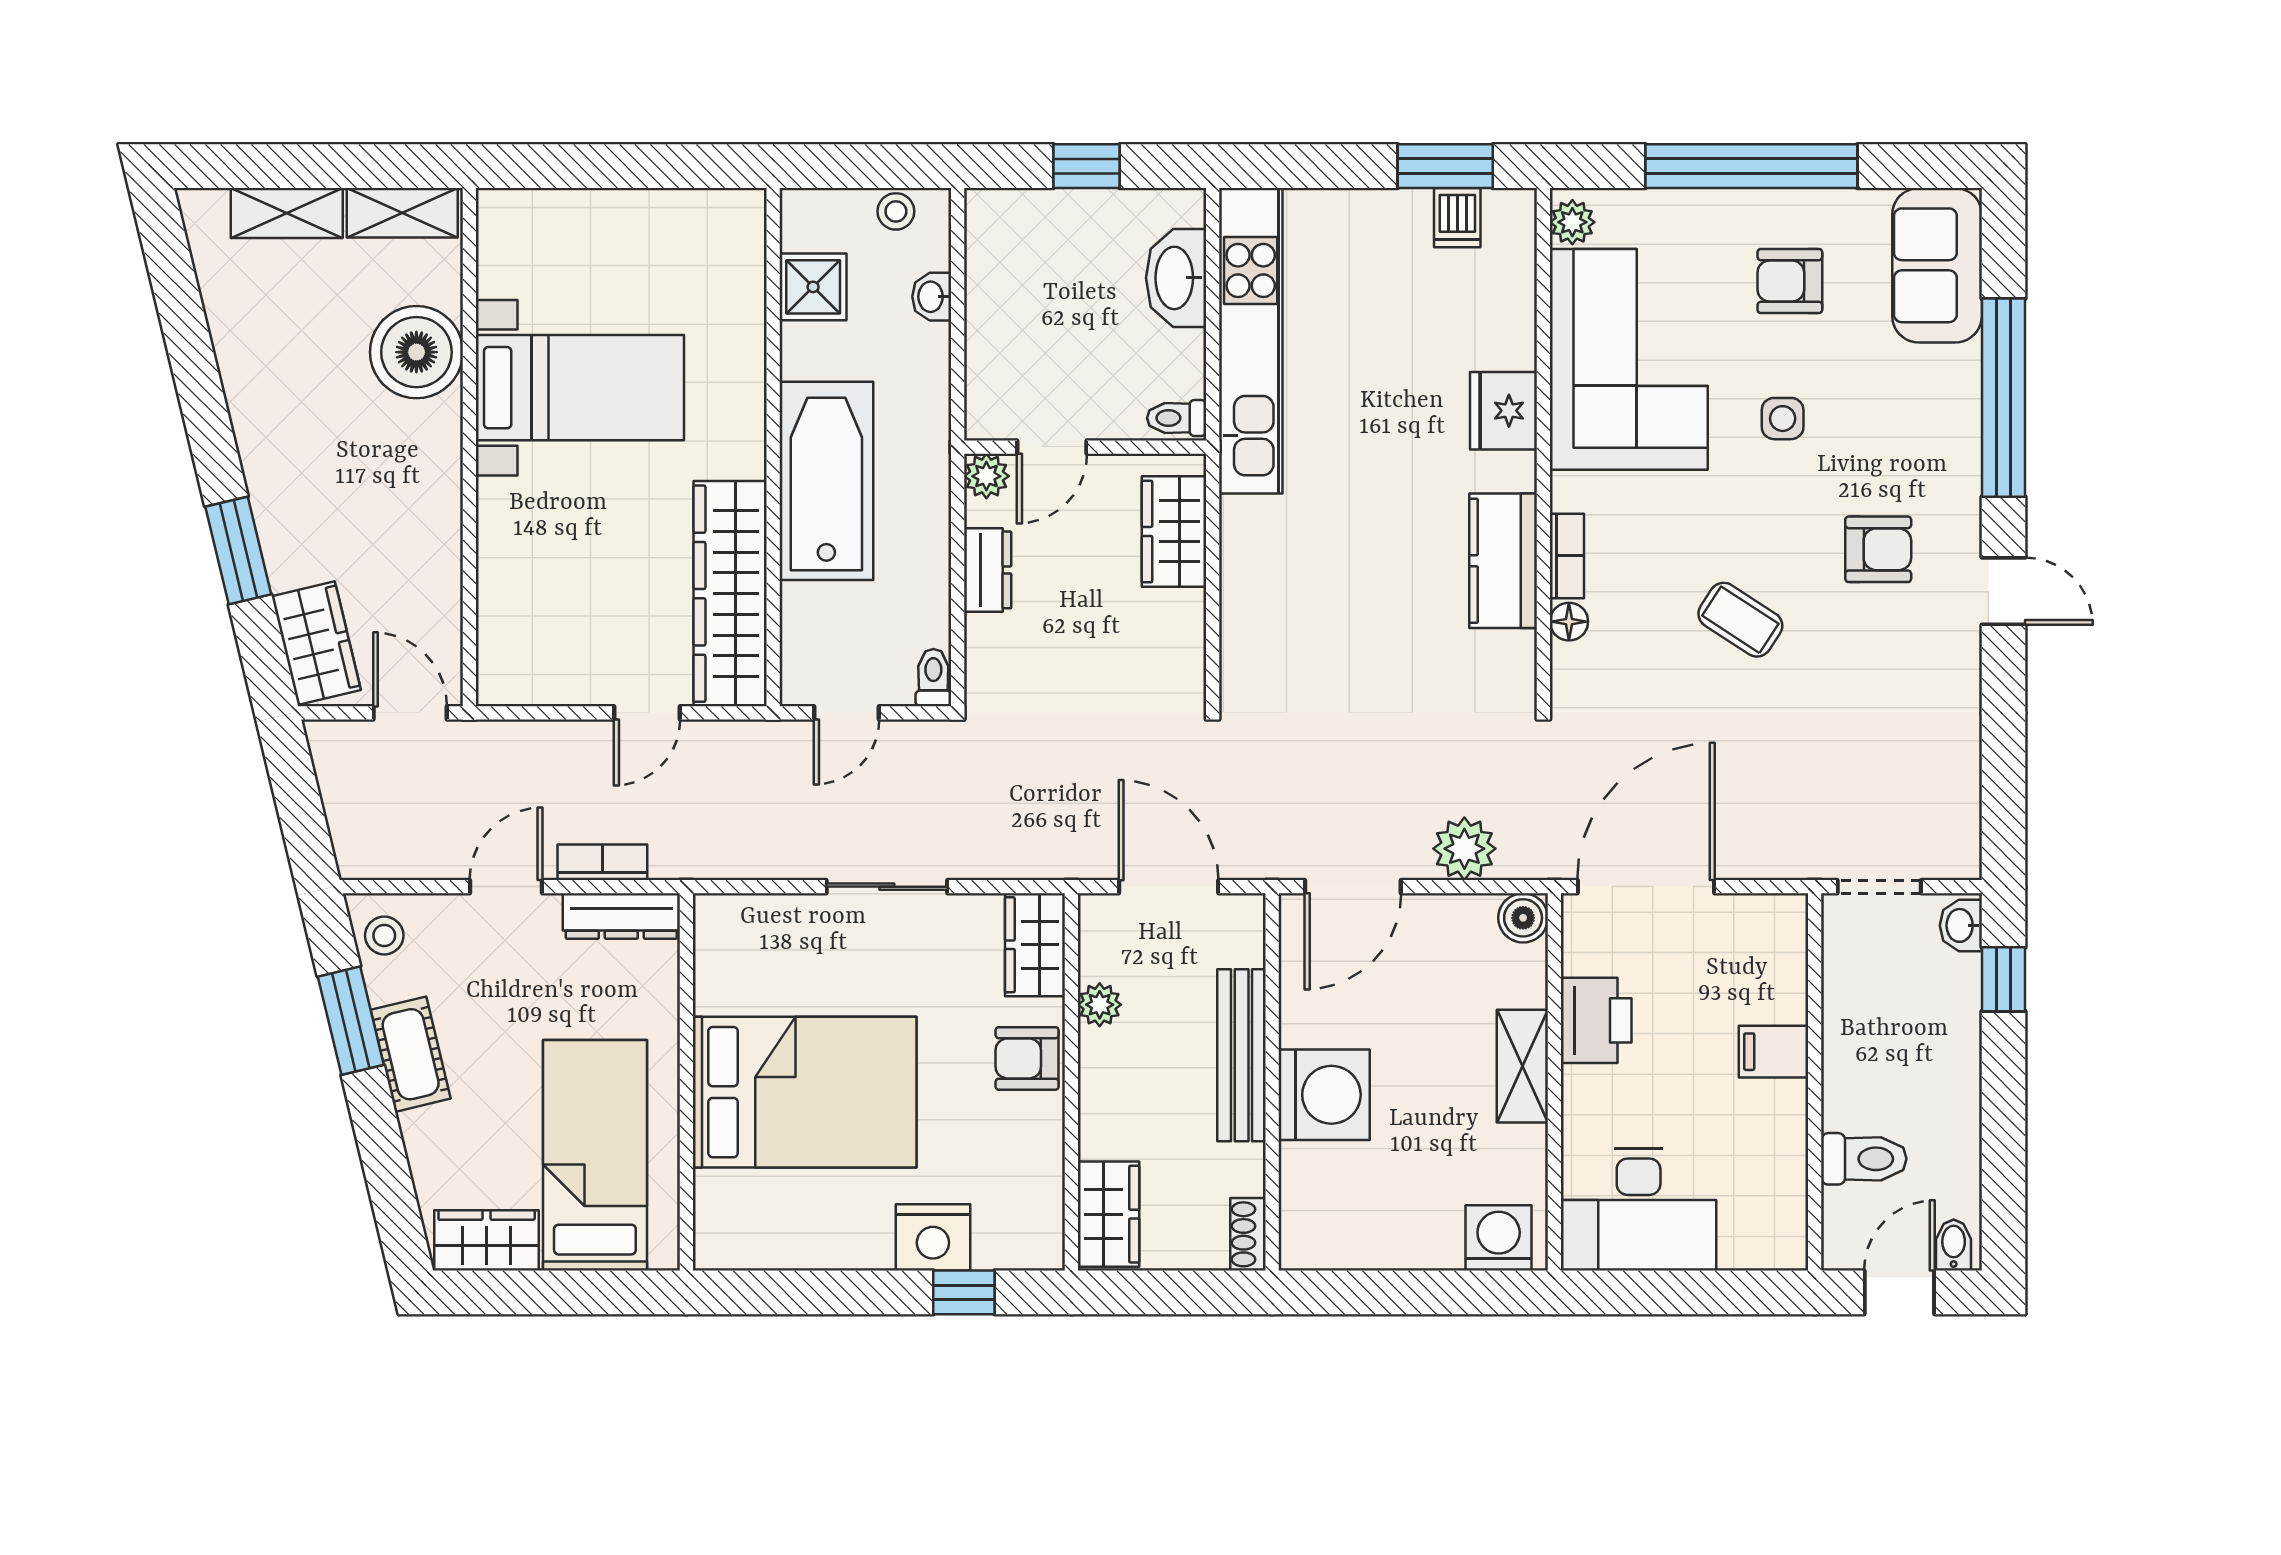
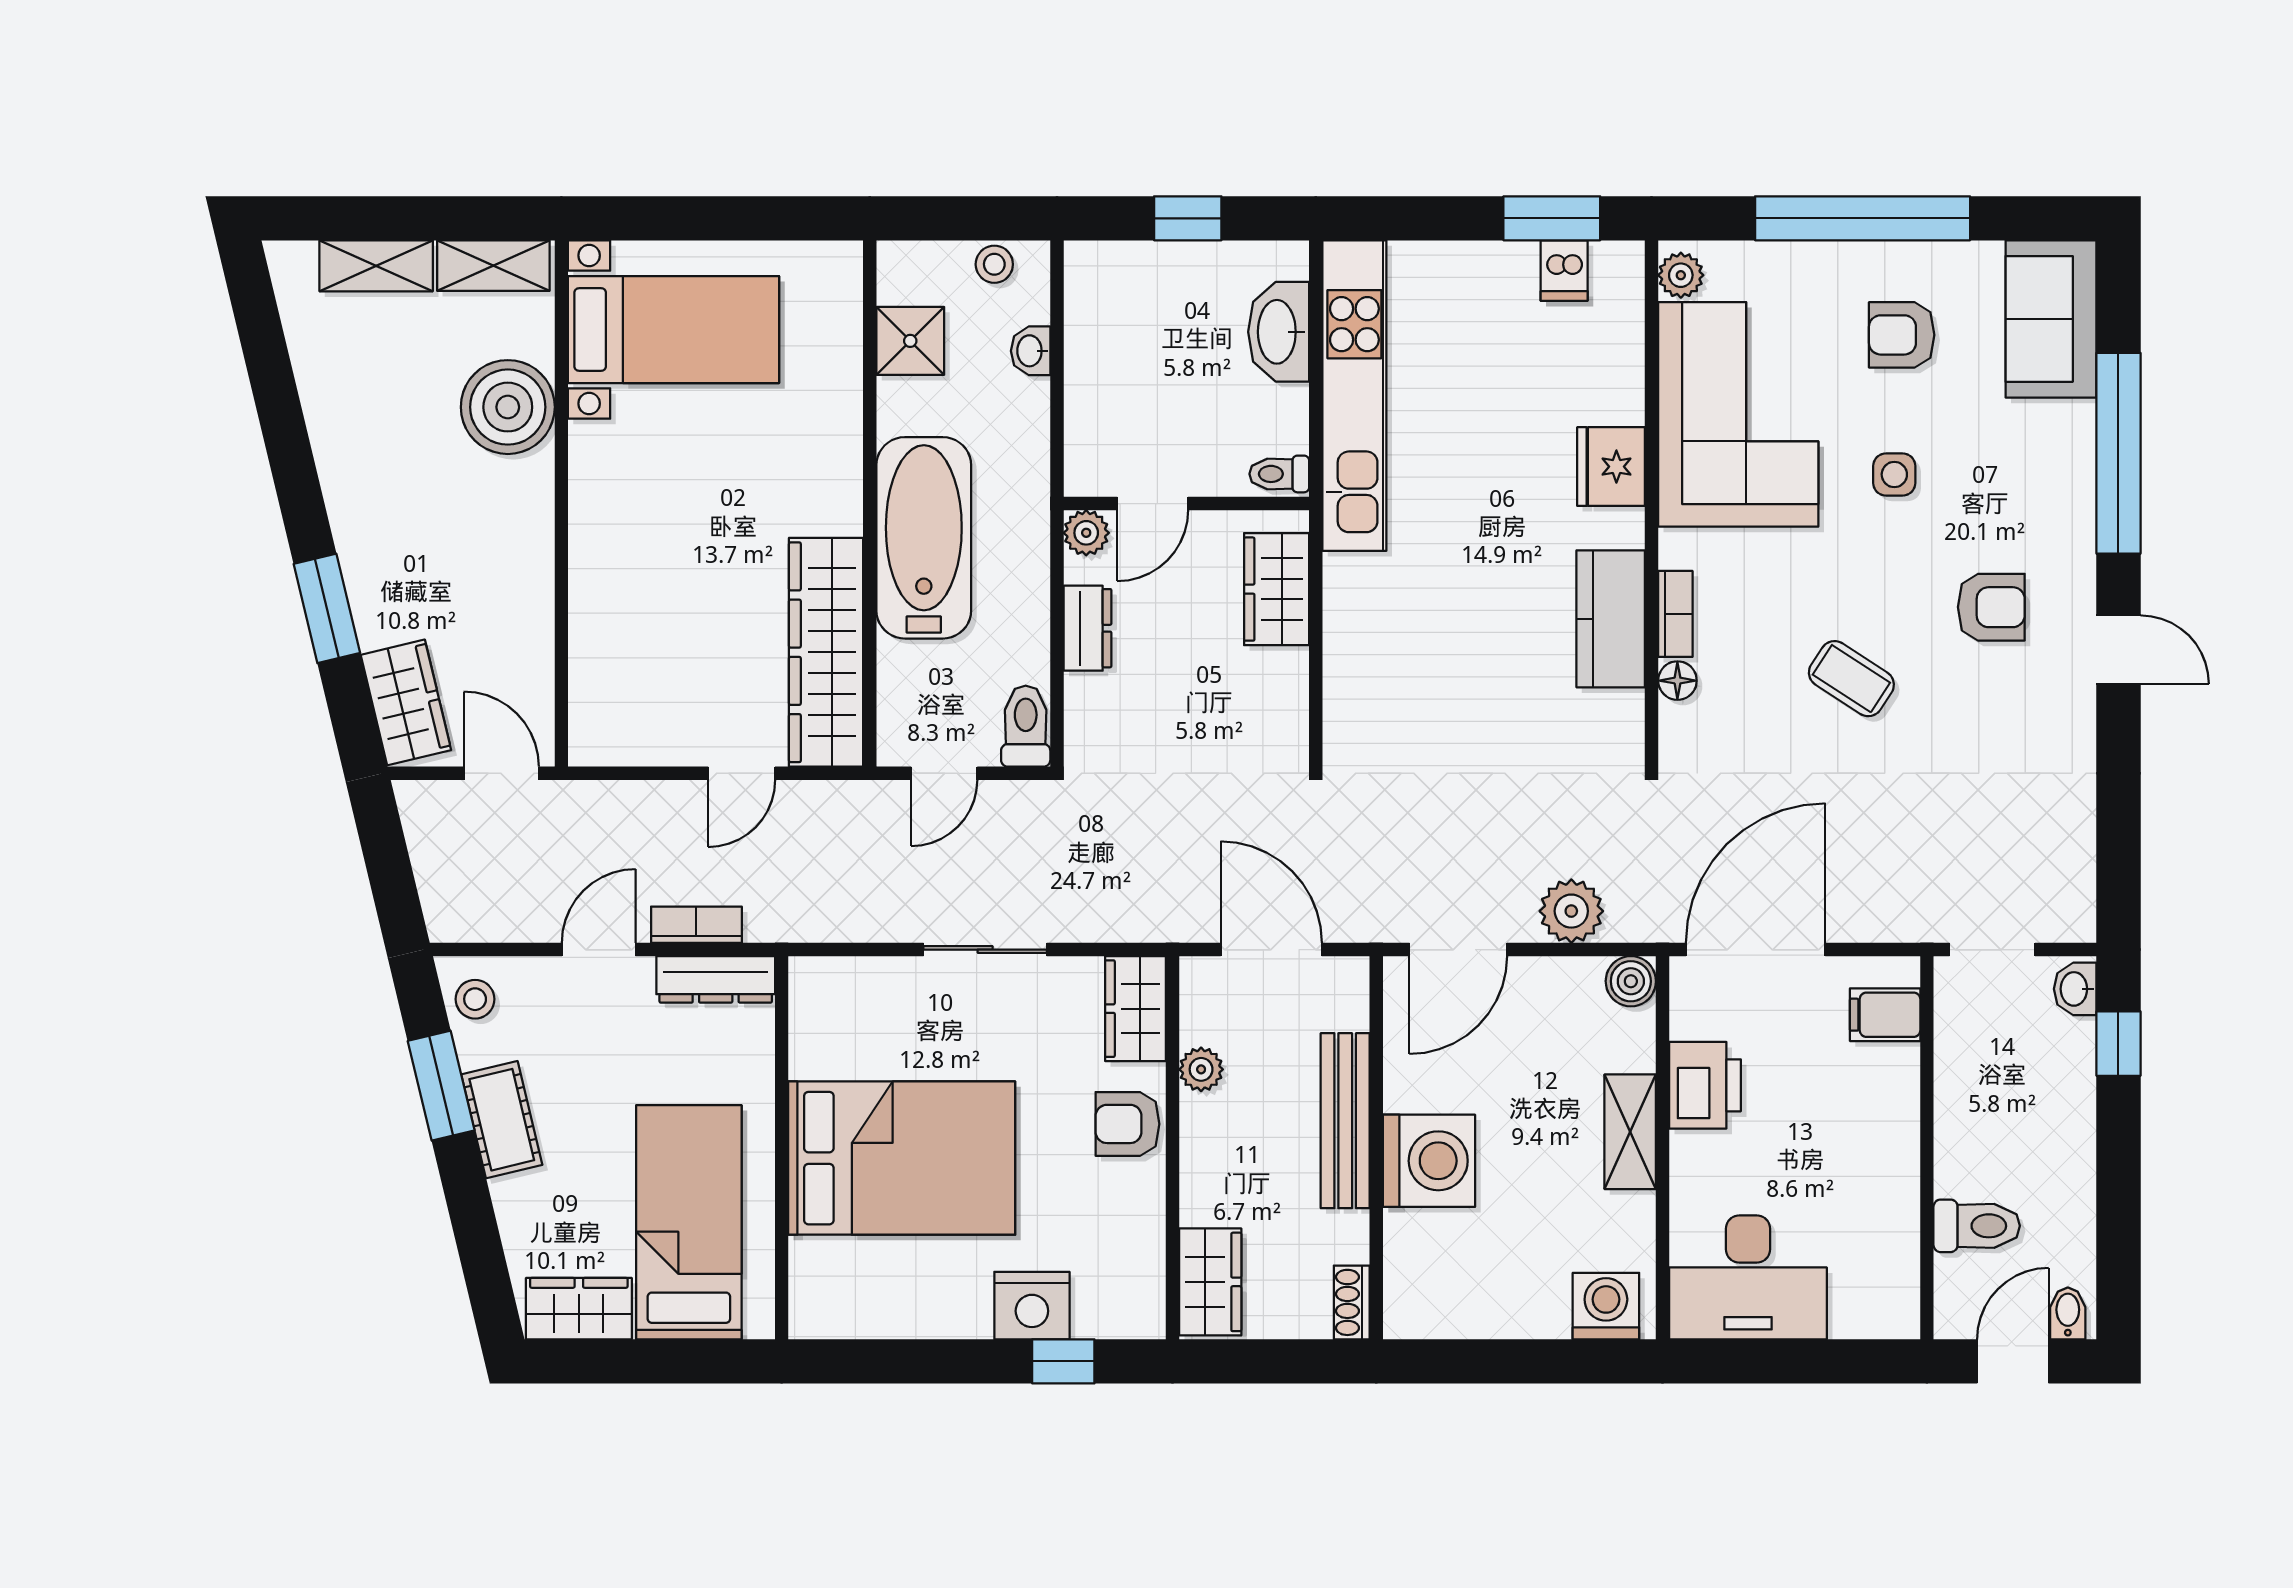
bed with nightstands: (580, 388) -> (673, 330), moved
toilet: (933, 678) -> (1026, 726), width x1.37, depth x1.39
filing cabinet: (1774, 1052) -> (1885, 1015), moved

